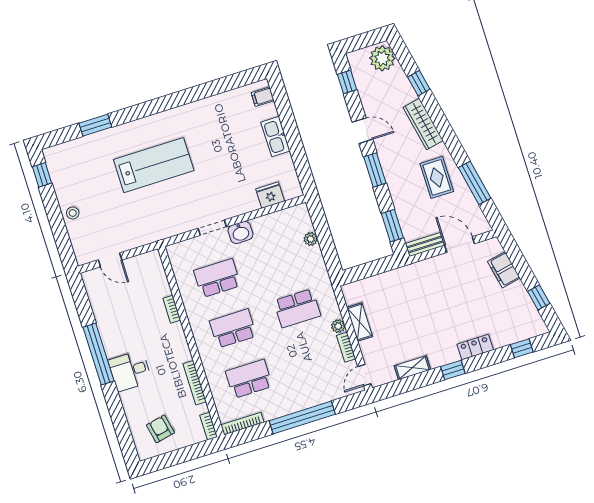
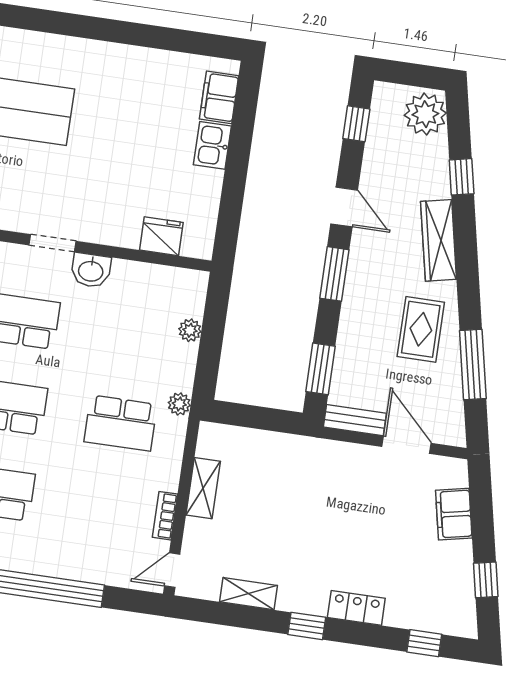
filing cabinet: (263, 97) -> (219, 97), width x2.00
kitchen sink: (275, 137) -> (212, 145), width x0.73
plant: (338, 326) -> (179, 404), moved

